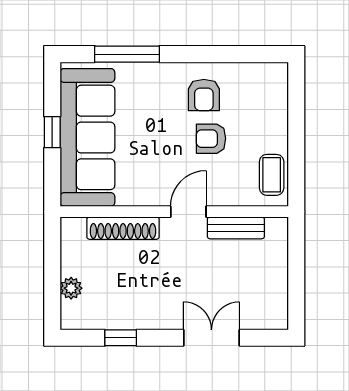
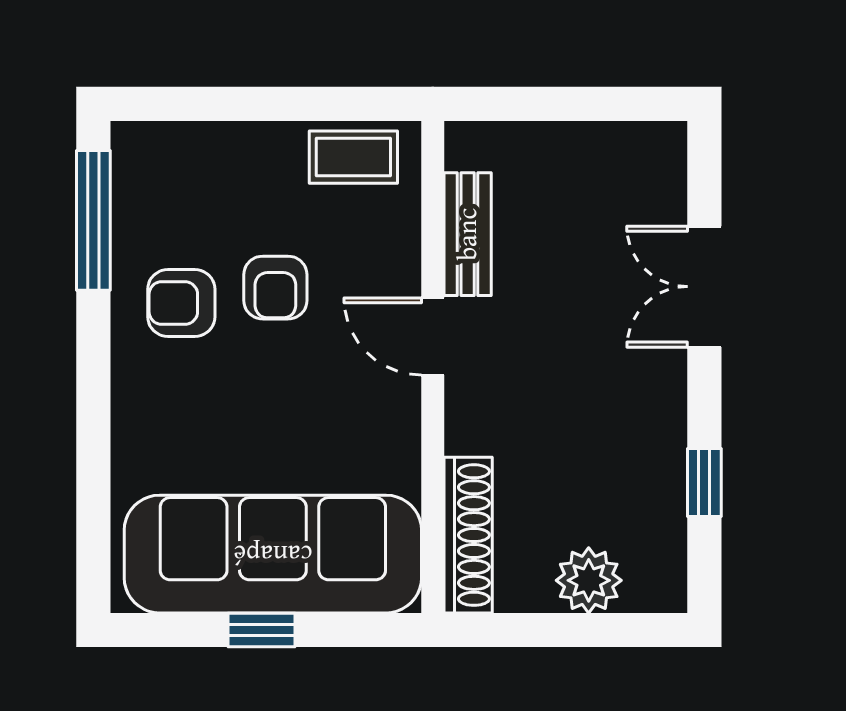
window: (127, 54) -> (93, 220), moved
armchair: (204, 95) -> (181, 303), turned 180
shoe rack: (123, 228) -> (468, 535), moved
plant: (71, 288) -> (589, 580), width x1.38, depth x1.38

